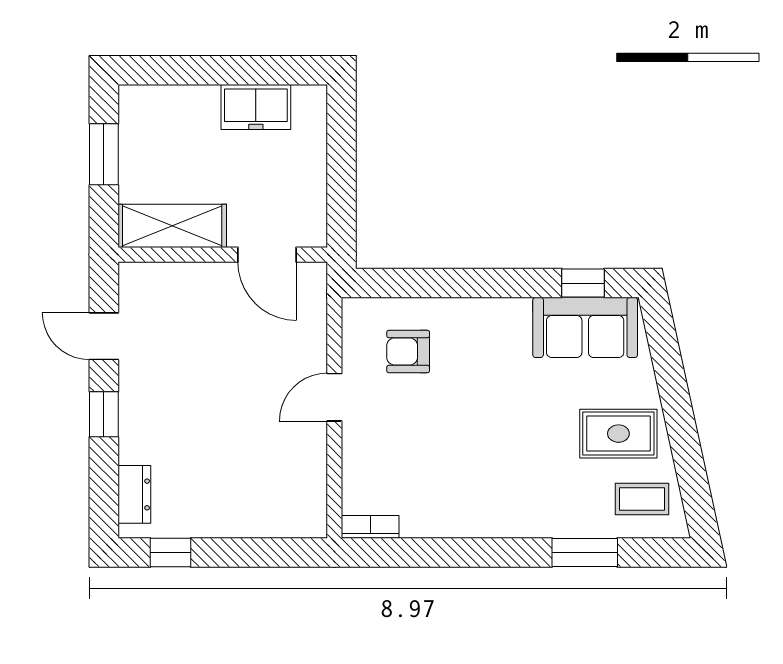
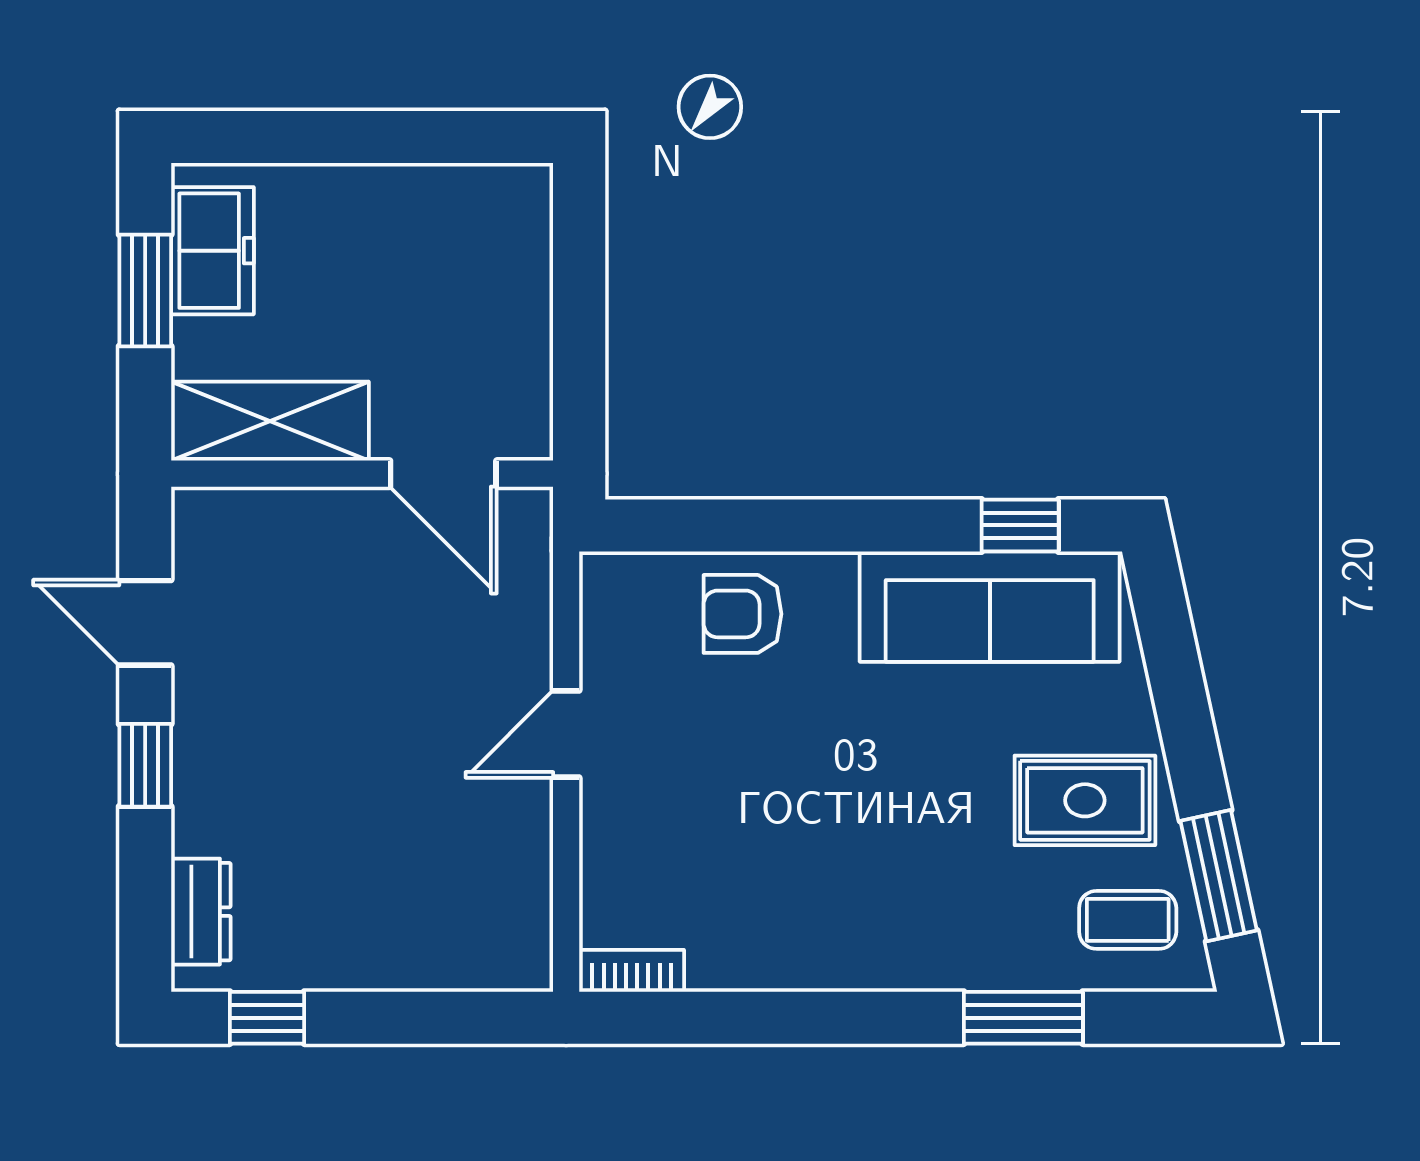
freezer: (256, 107) -> (212, 251), moved, turned -90
sofa: (585, 327) -> (990, 607), width x1.36
armchair: (408, 351) -> (743, 614), moved
window: (692, 475) -> (1219, 876), added

